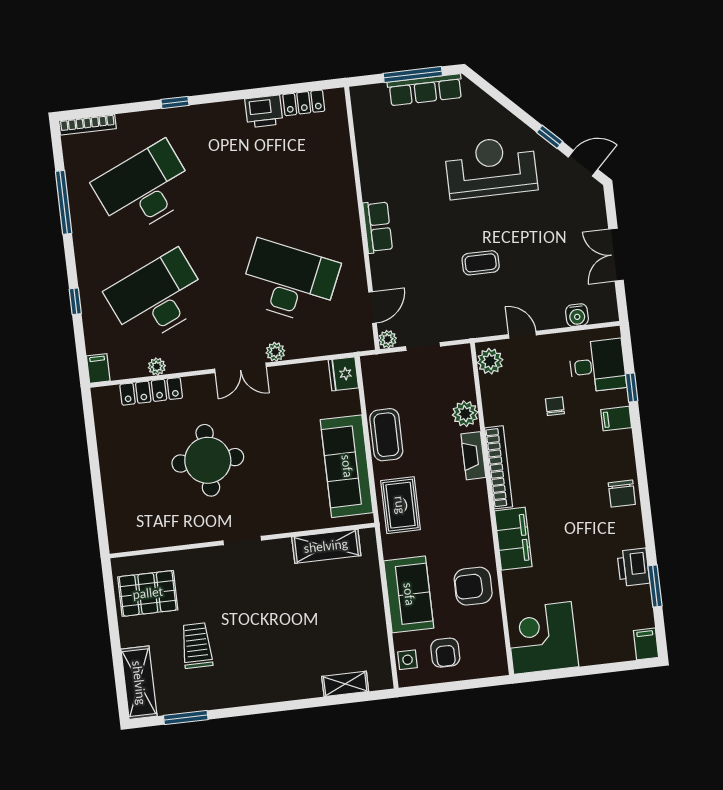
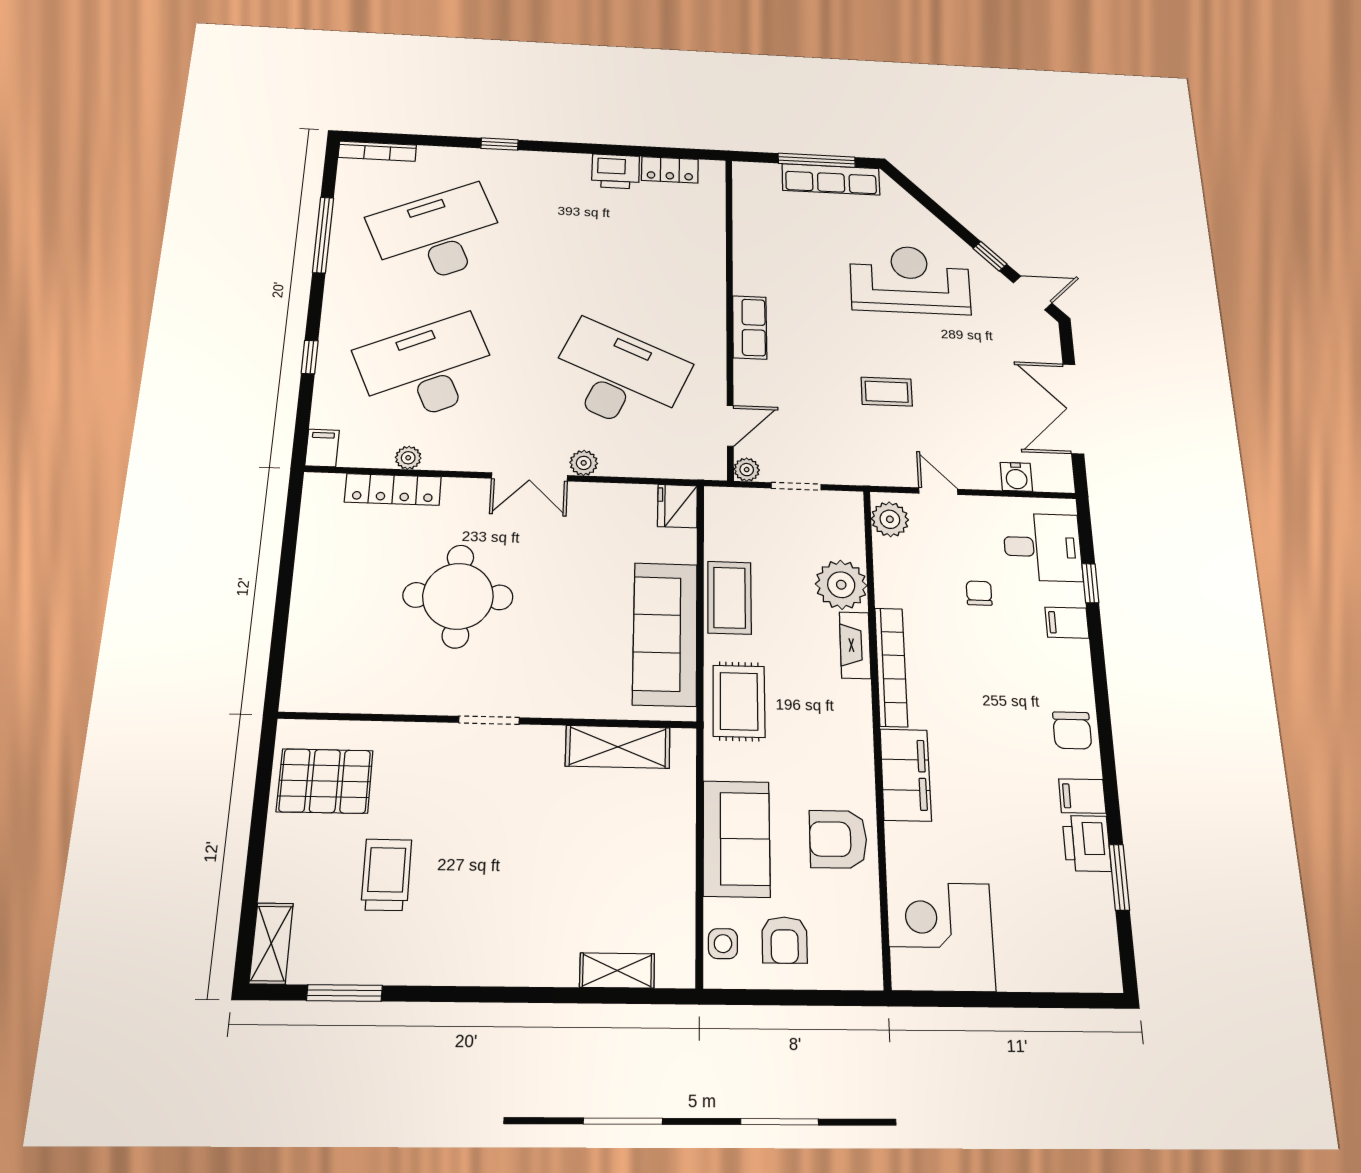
double door: (616, 255) -> (1073, 409), width x1.37
plant: (465, 414) -> (841, 585), width x1.36, depth x1.36
filing cabinet: (646, 644) -> (1082, 796), moved, turned -90
shelving: (139, 683) -> (271, 943), width x0.67, depth x0.75

